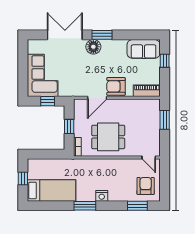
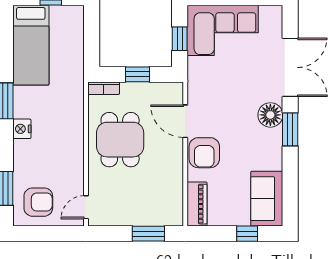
armchair: (116, 86) -> (204, 153), turned 180

